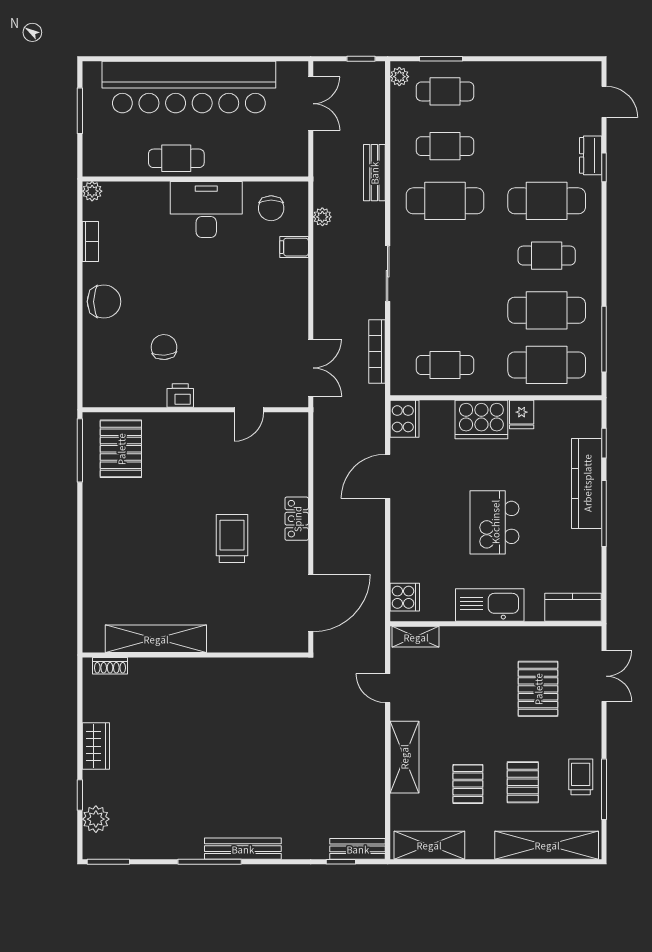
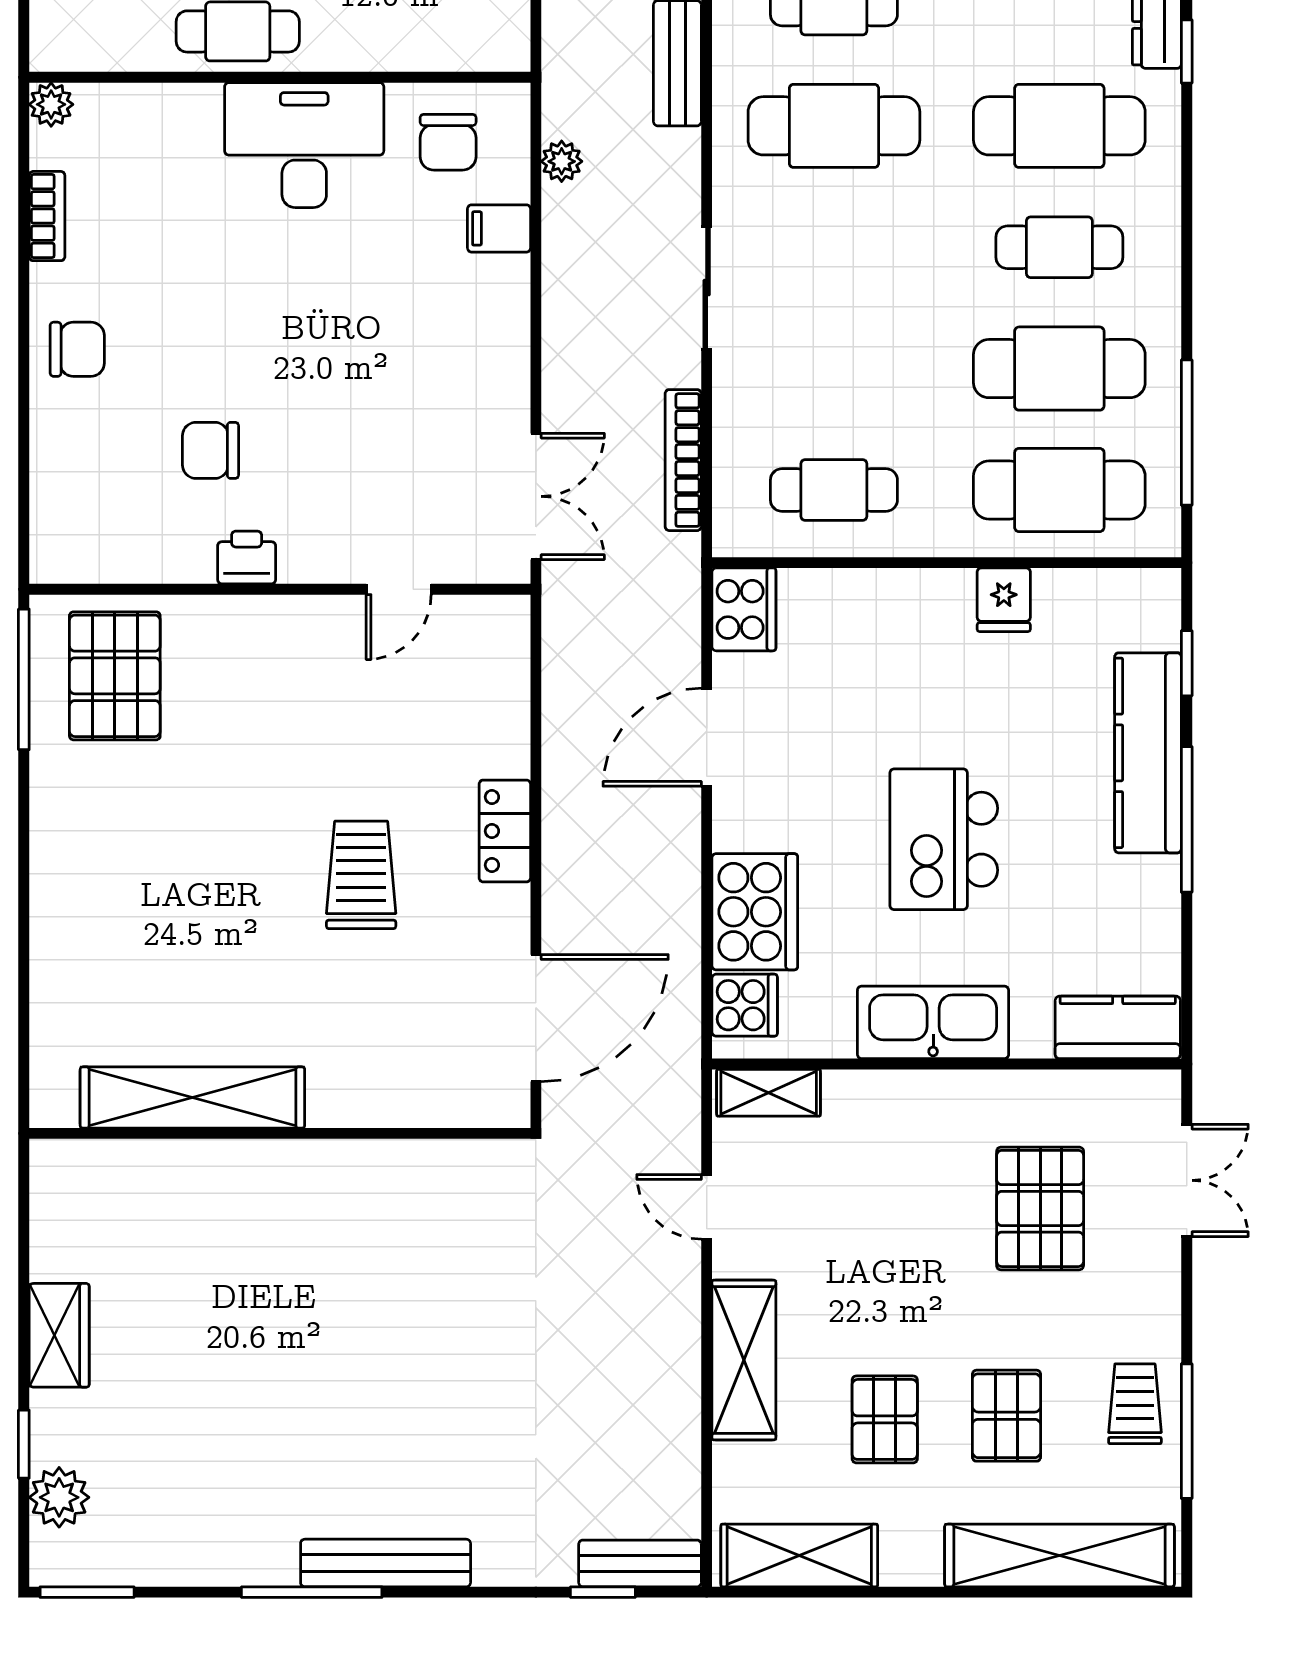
chair: (104, 302) -> (77, 349), width x0.73, depth x0.73
chair: (164, 347) -> (210, 450), turned -86
cooker: (481, 419) -> (755, 912), moved, turned -90
shoe rack: (110, 666) -> (91, 1157), removed

